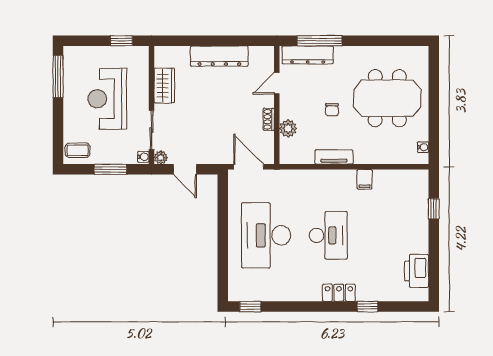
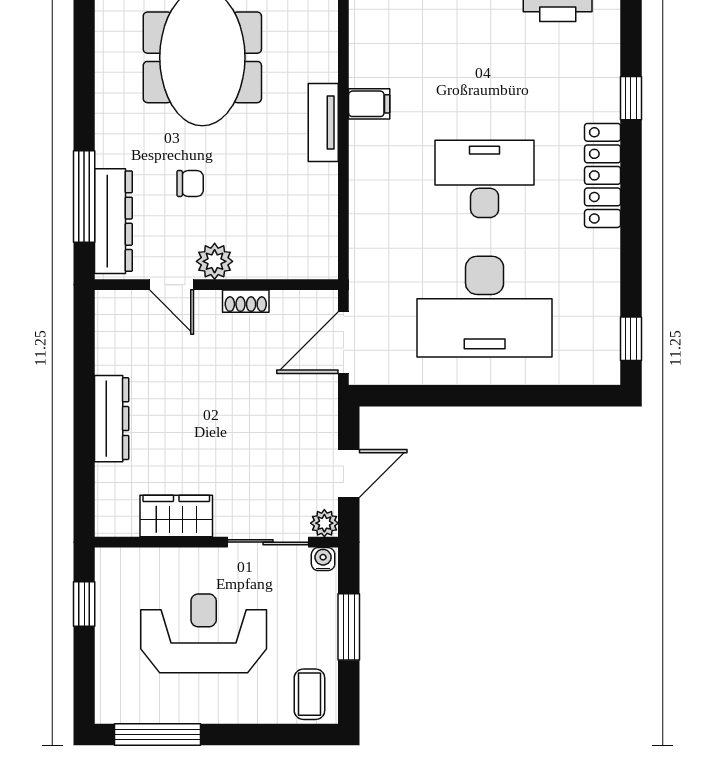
dresser: (219, 56) -> (112, 419), width x0.73, depth x0.80
reception desk: (107, 99) -> (204, 633), turned 180
chair: (332, 110) -> (190, 183), moved
plant: (288, 128) -> (215, 261), moved
tv unit: (334, 157) -> (323, 123), moved
locker: (339, 293) -> (603, 175), width x1.53

